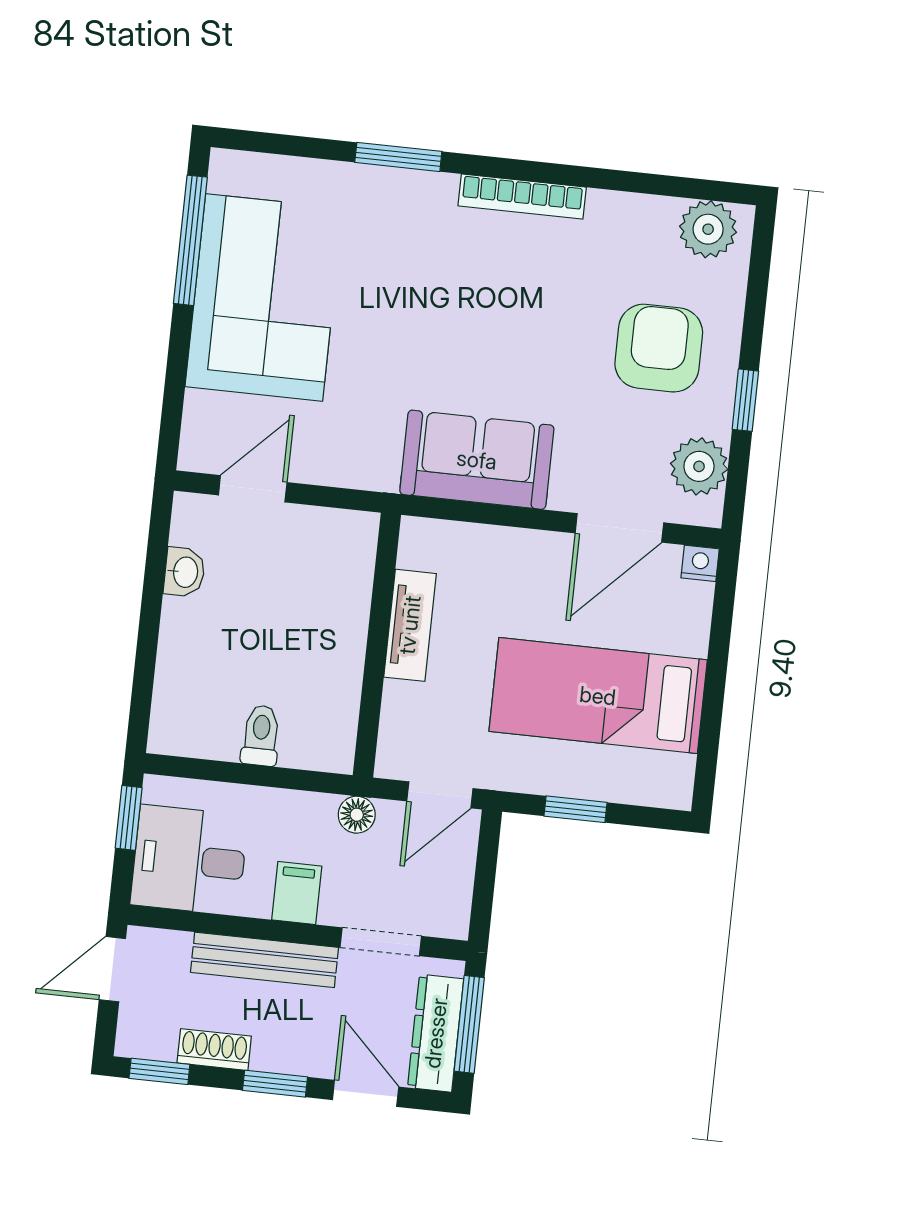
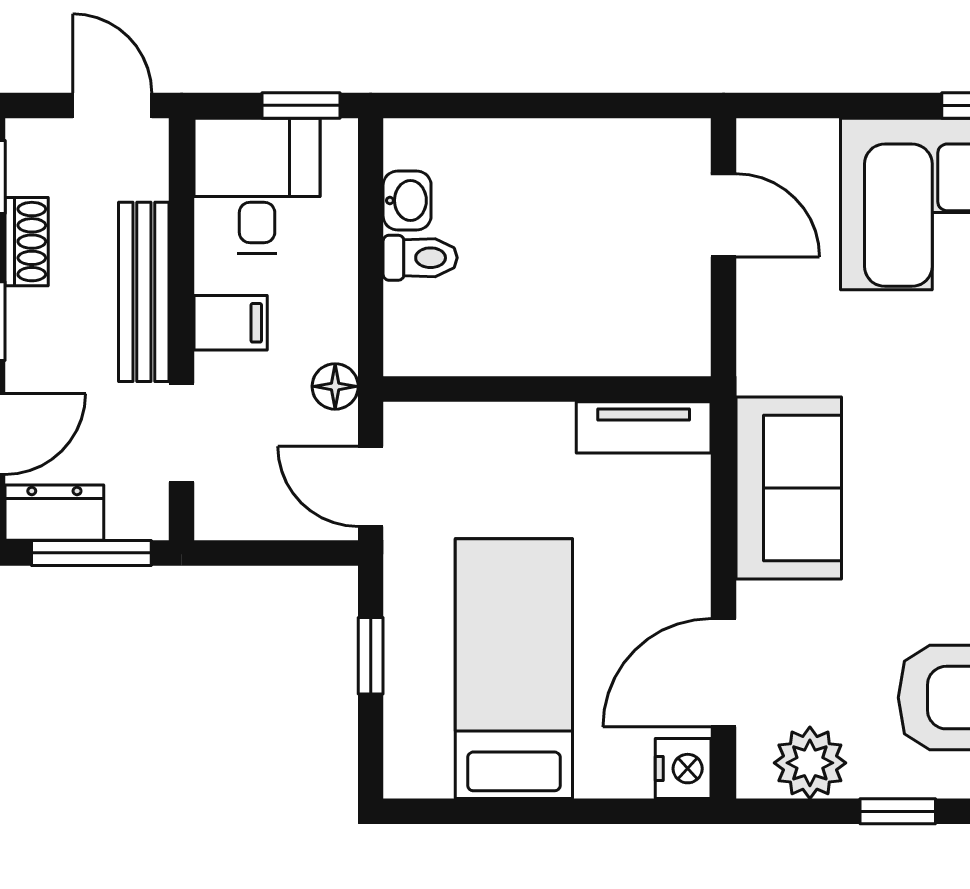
door: (619, 528) -> (724, 673), hinge flipped
nightstand: (700, 563) -> (683, 769), width x1.39, depth x1.35
washbasin: (184, 572) -> (407, 200), moved, turned -90
tv unit: (410, 625) -> (644, 427), moved
dresser: (436, 1033) -> (54, 513), width x0.70

